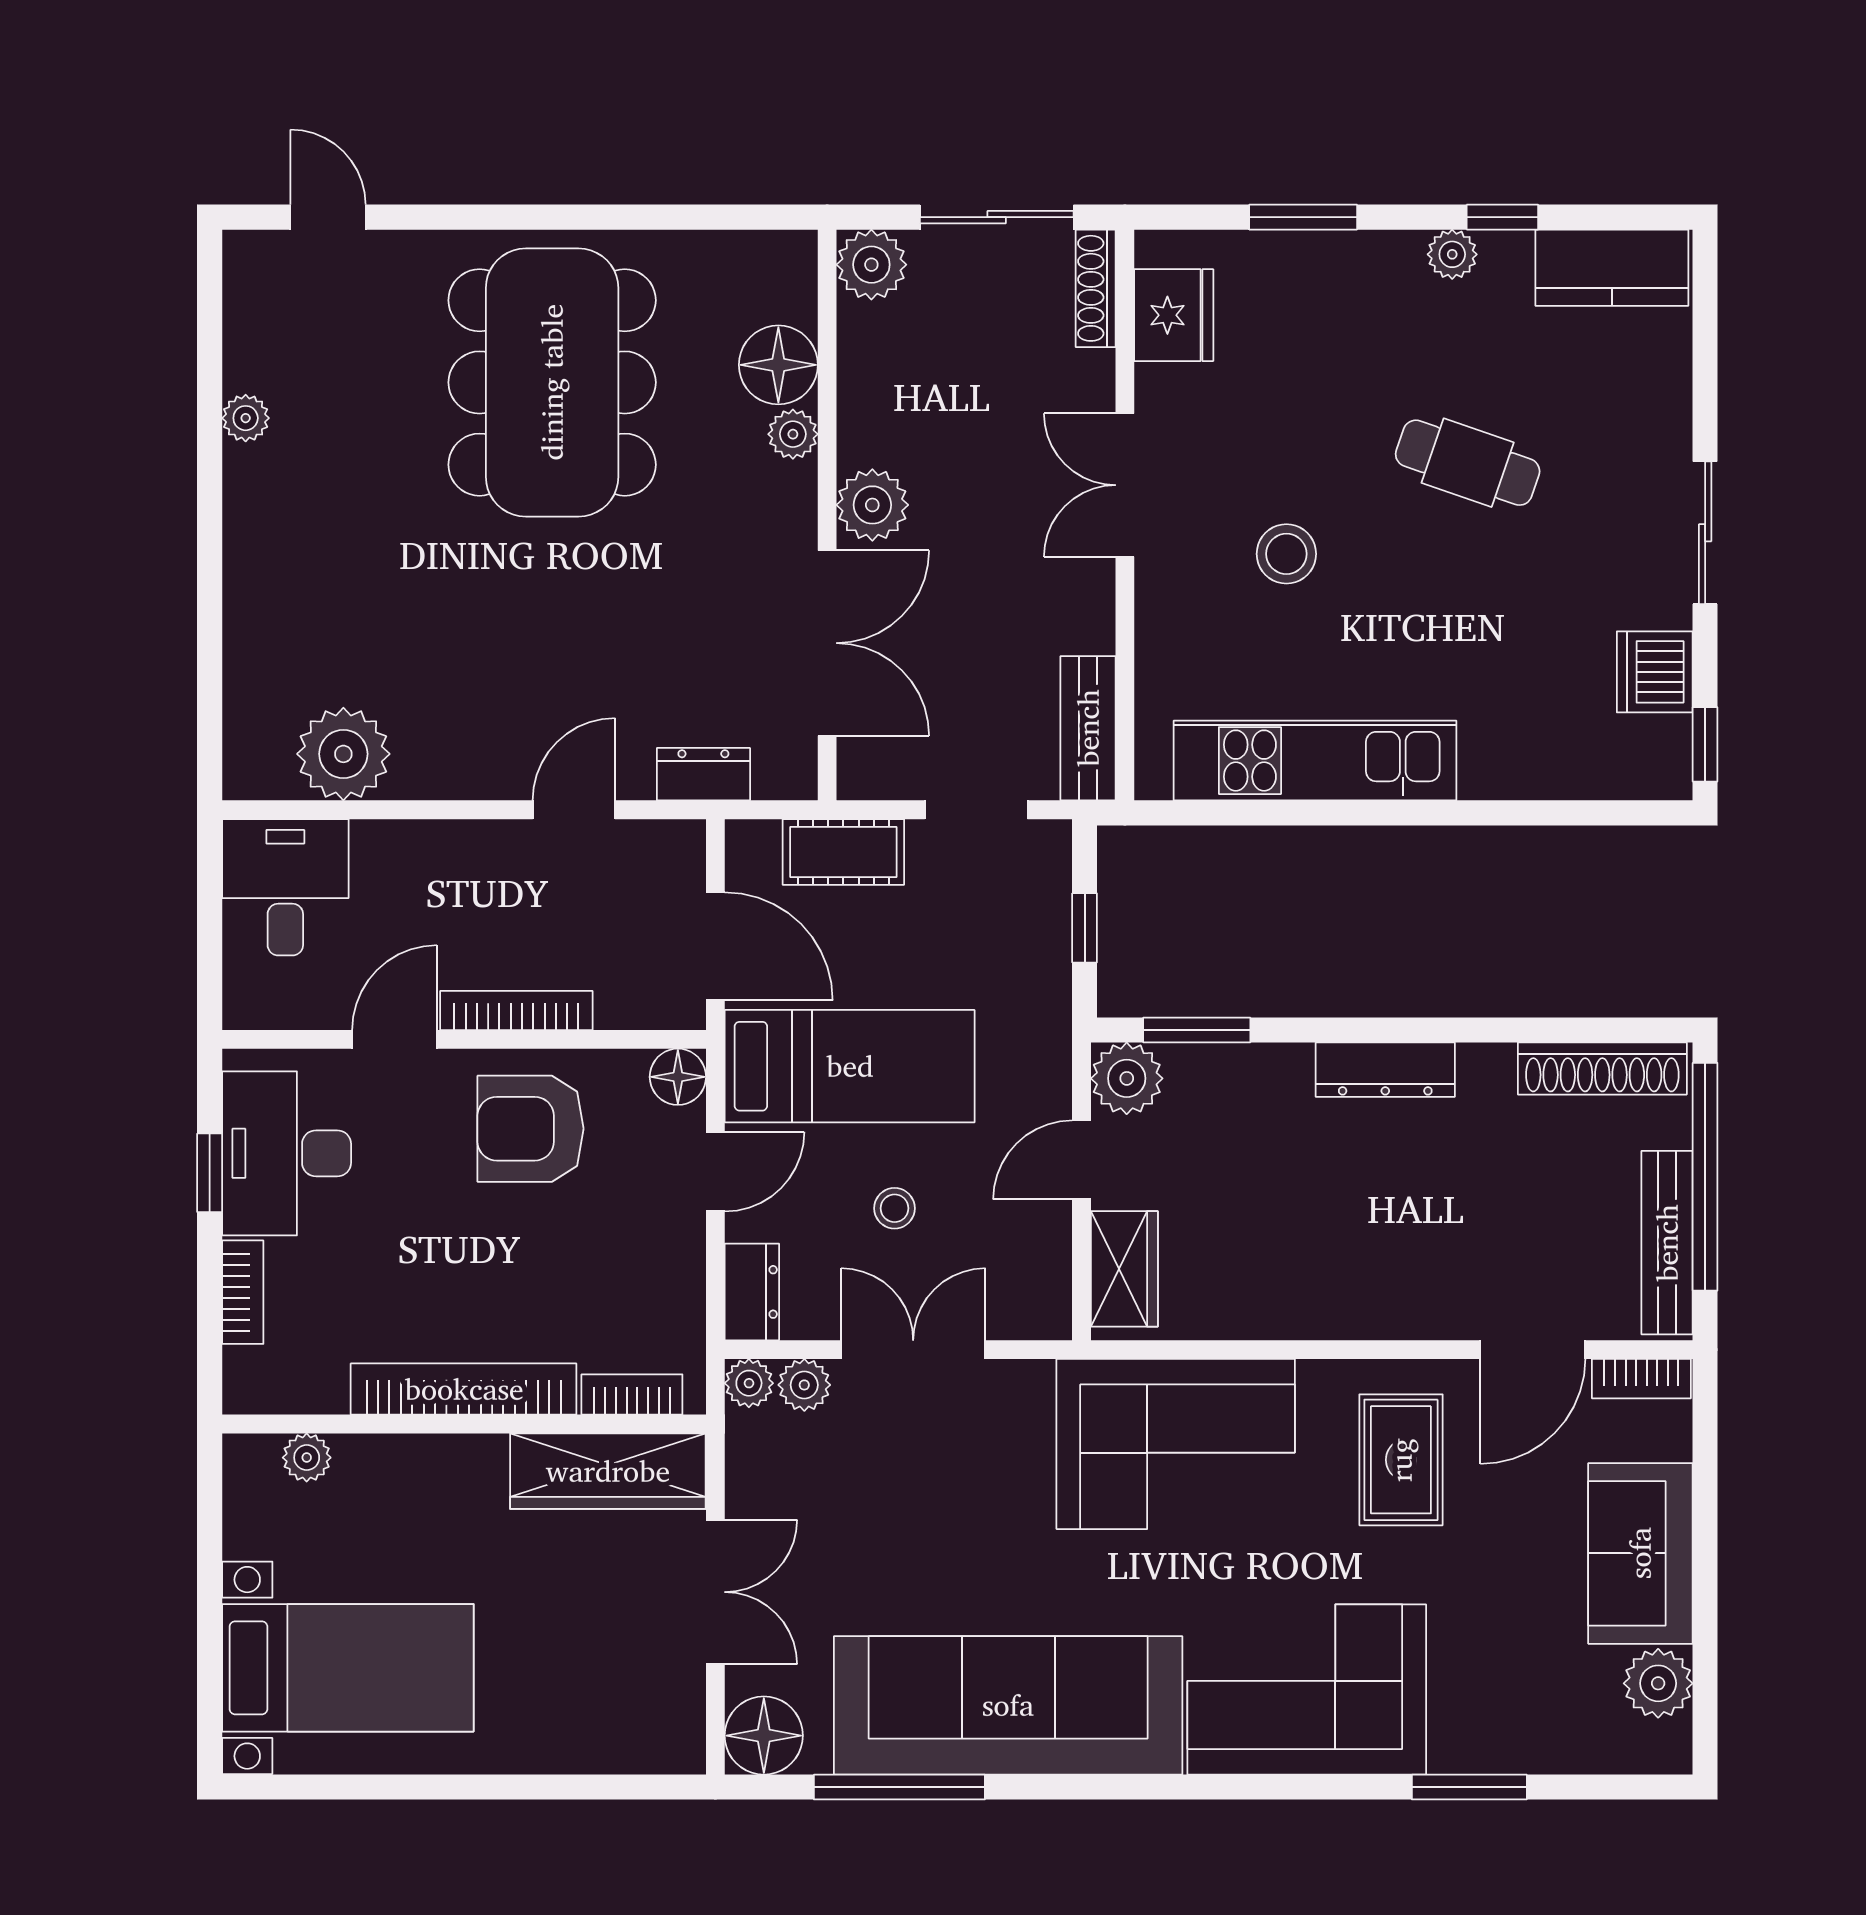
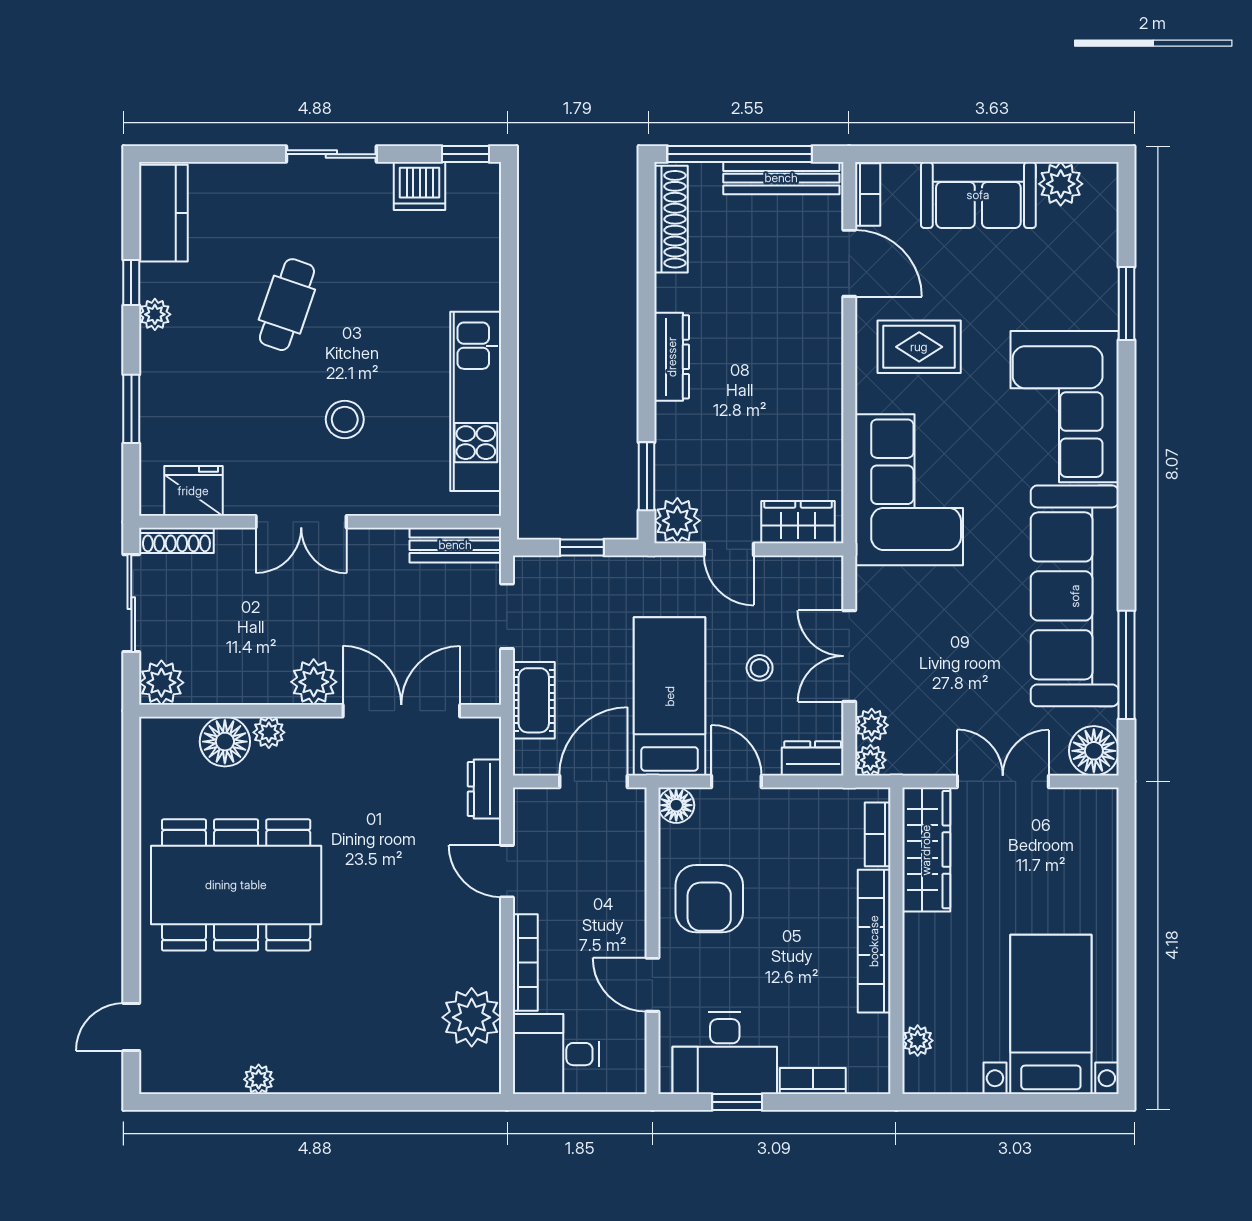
bookcase: (516, 1010) -> (525, 962), moved, turned 180

